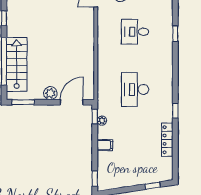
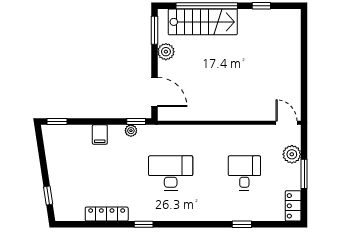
plant: (50, 93) -> (166, 52), moved

